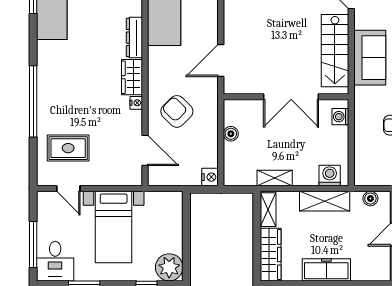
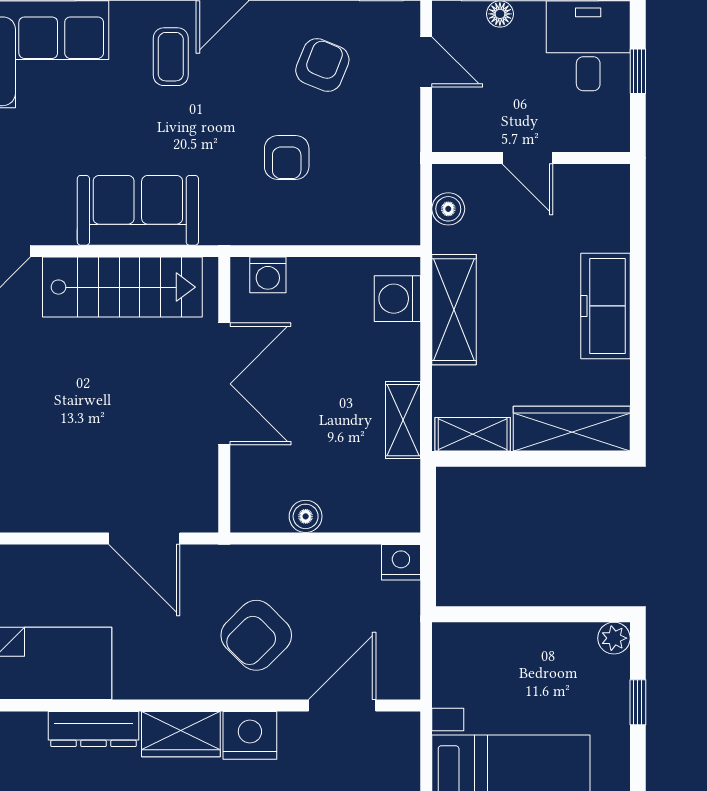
nightstand: (136, 103) -> (250, 735), width x1.89, depth x1.79
plant: (169, 267) -> (614, 638), width x0.53, depth x0.53

